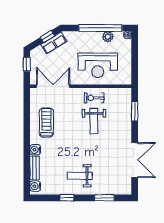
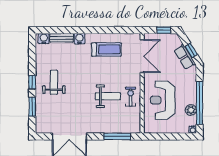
window: (135, 111) -> (117, 136), width x1.44
weight bench: (94, 121) -> (108, 96), turned 180
window: (67, 198) -> (32, 82), moved

